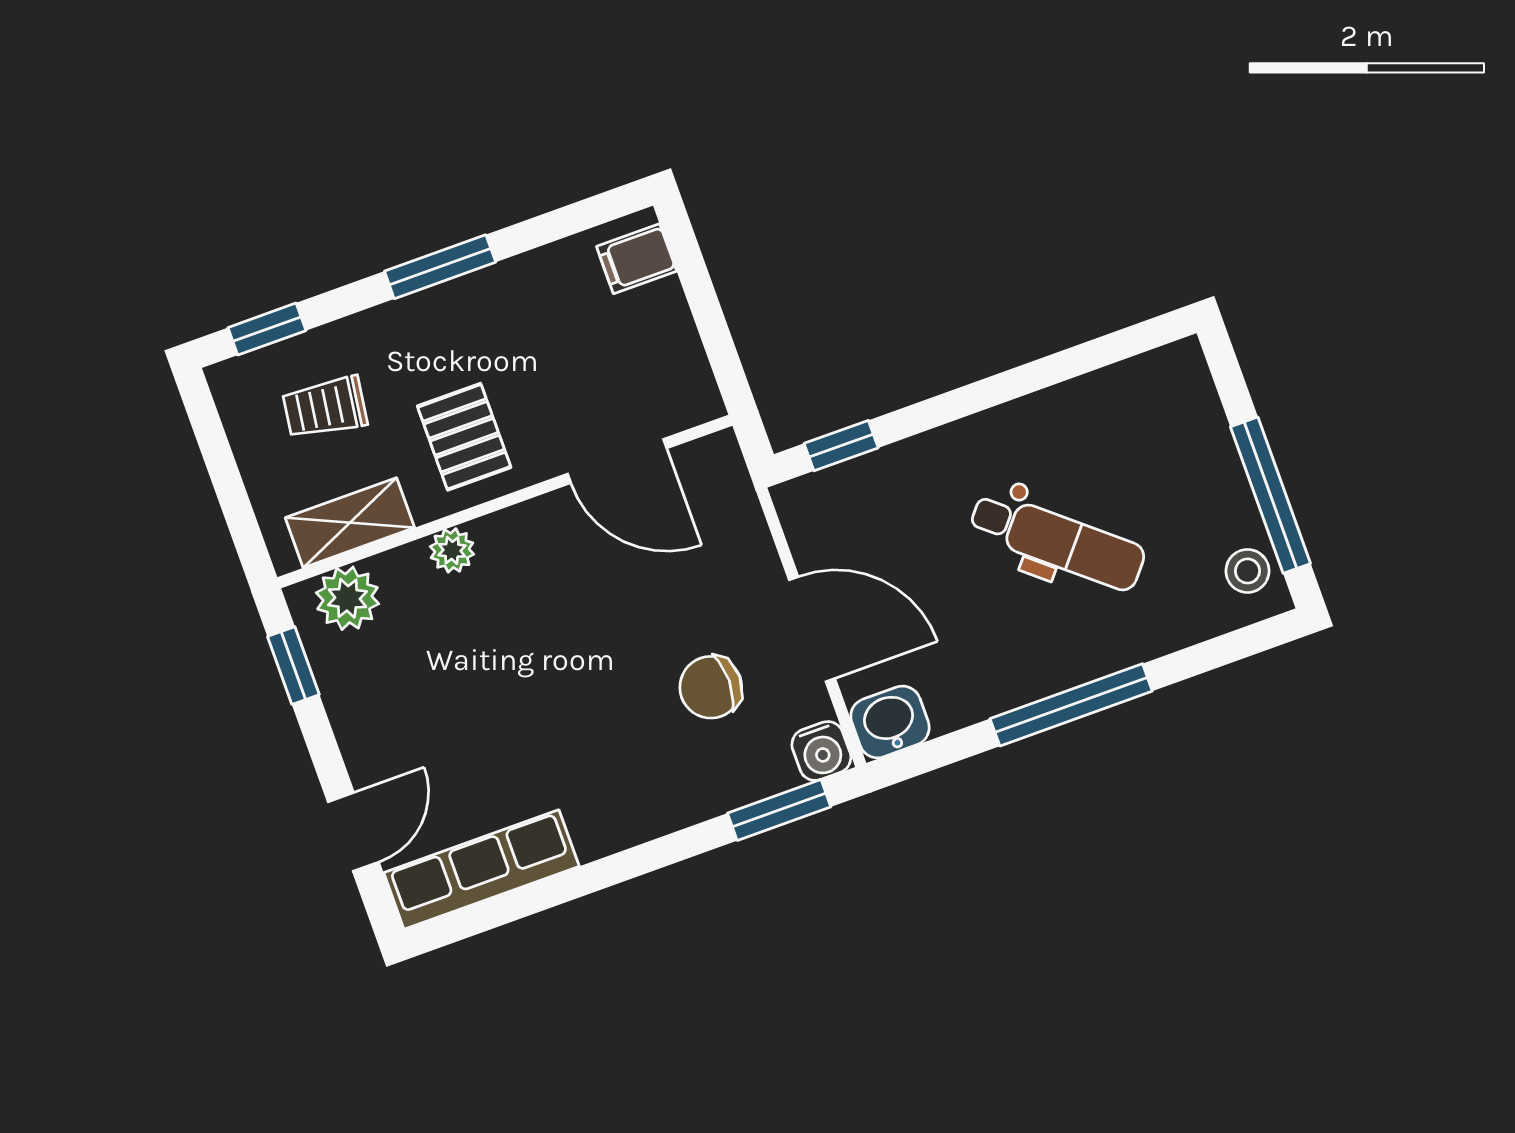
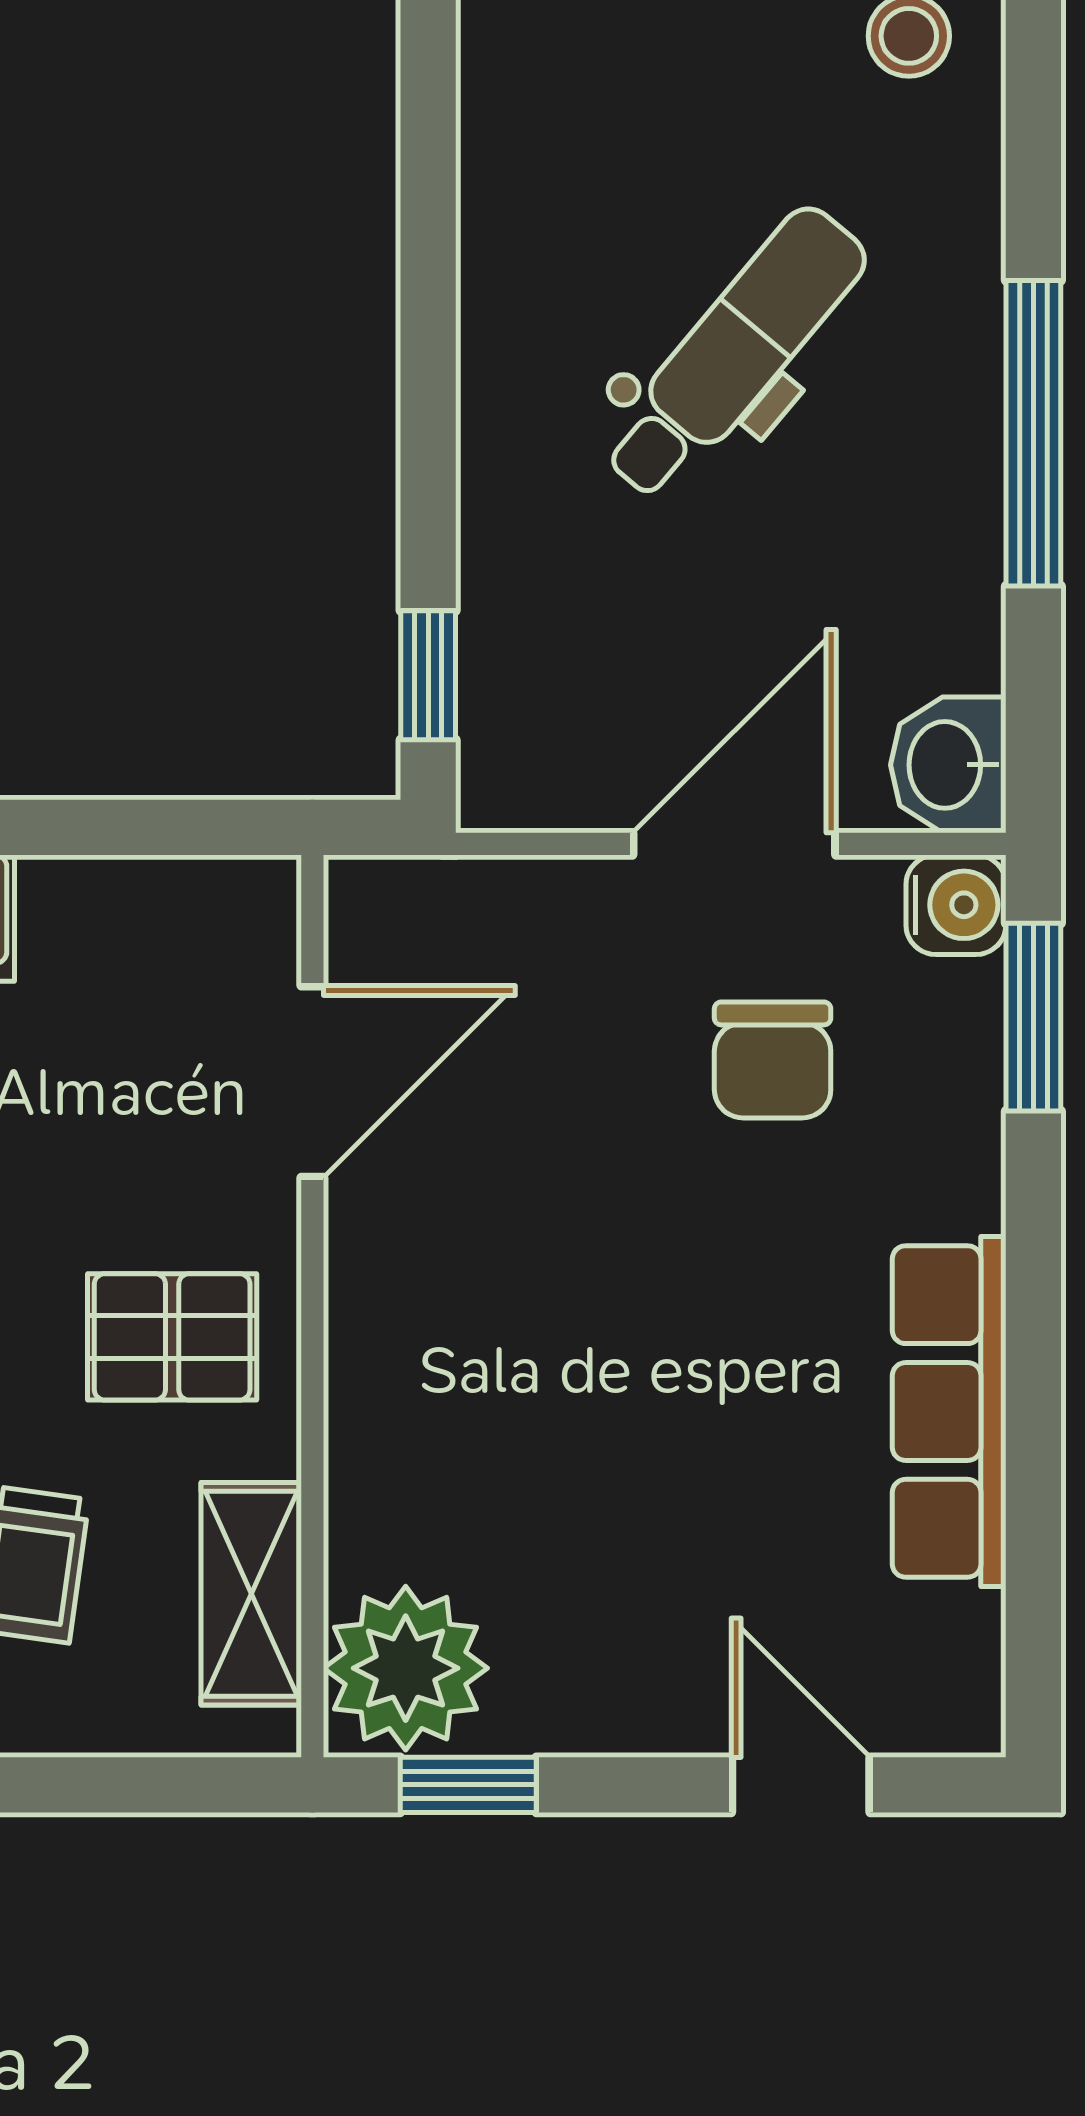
plant: (452, 550) -> (365, 1431), removed
plant: (347, 598) -> (406, 1668), width x1.36, depth x1.36
row of seats: (481, 870) -> (949, 1411), moved

